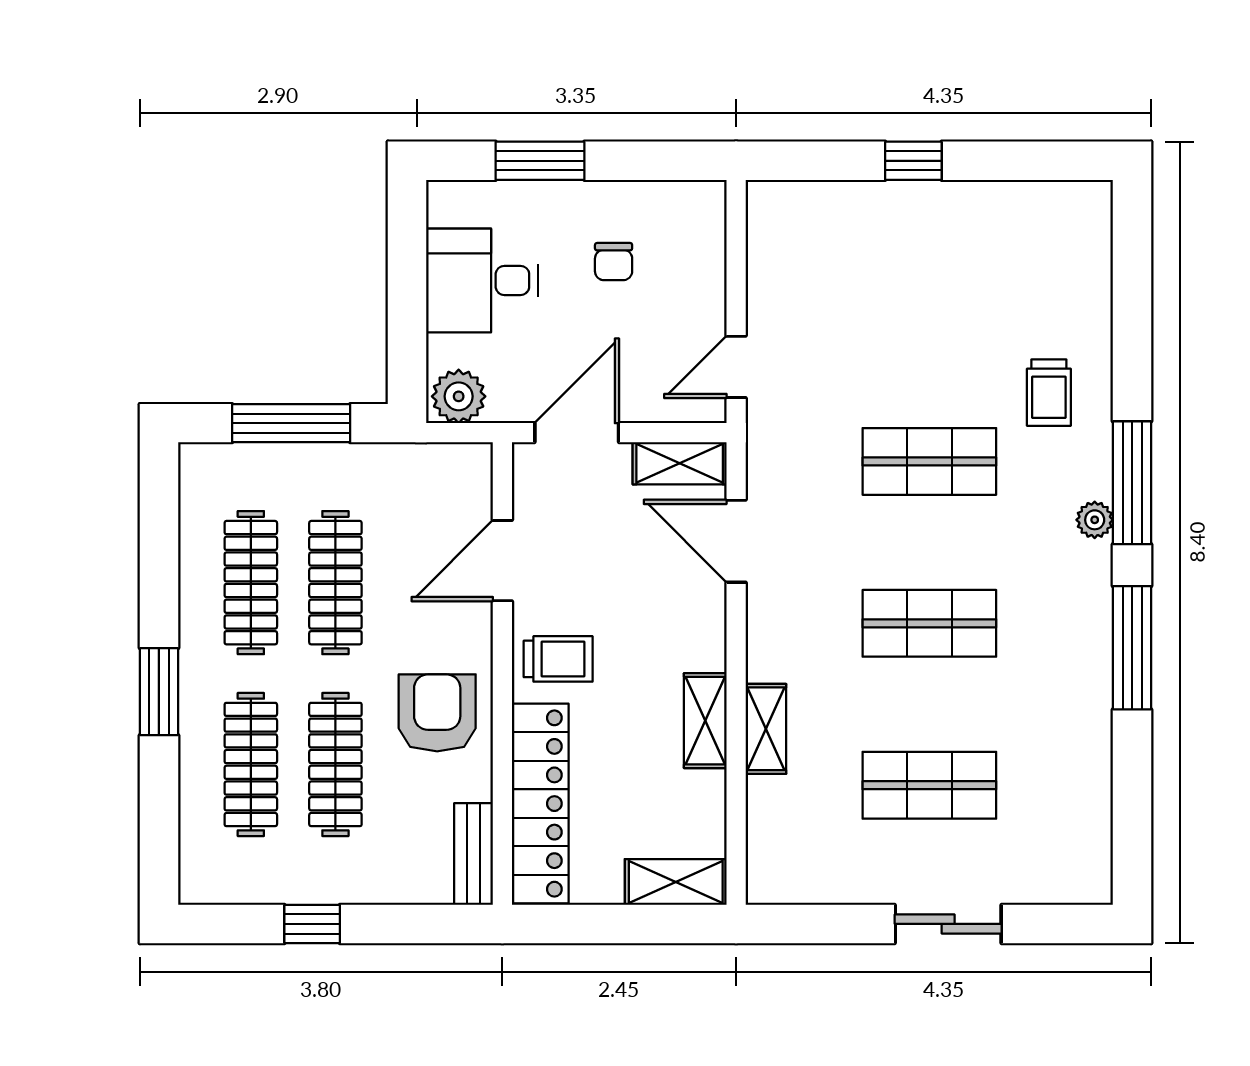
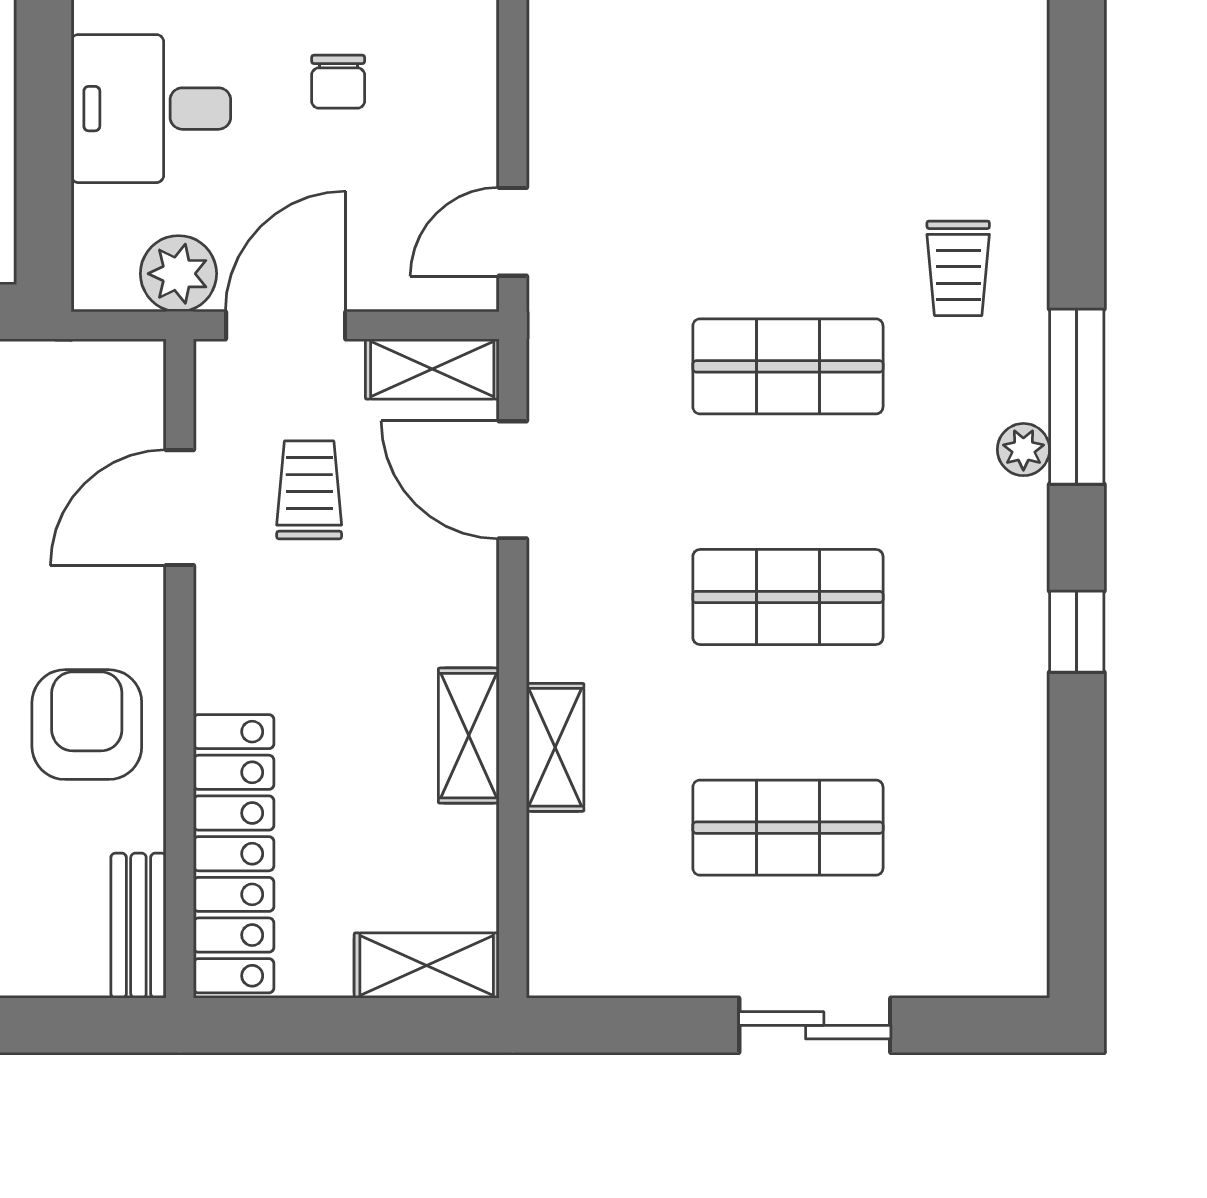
plant: (459, 396) -> (178, 274), moved
window: (1132, 648) -> (1077, 632), width x0.46
trolley: (558, 659) -> (309, 490), moved, turned -90

